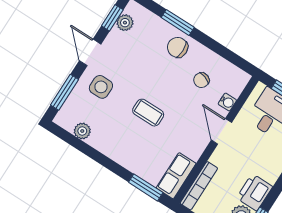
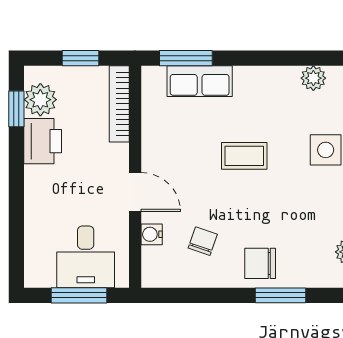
chair: (178, 47) -> (260, 263), turned 180
row of seats: (176, 176) -> (200, 81), moved, turned 90

